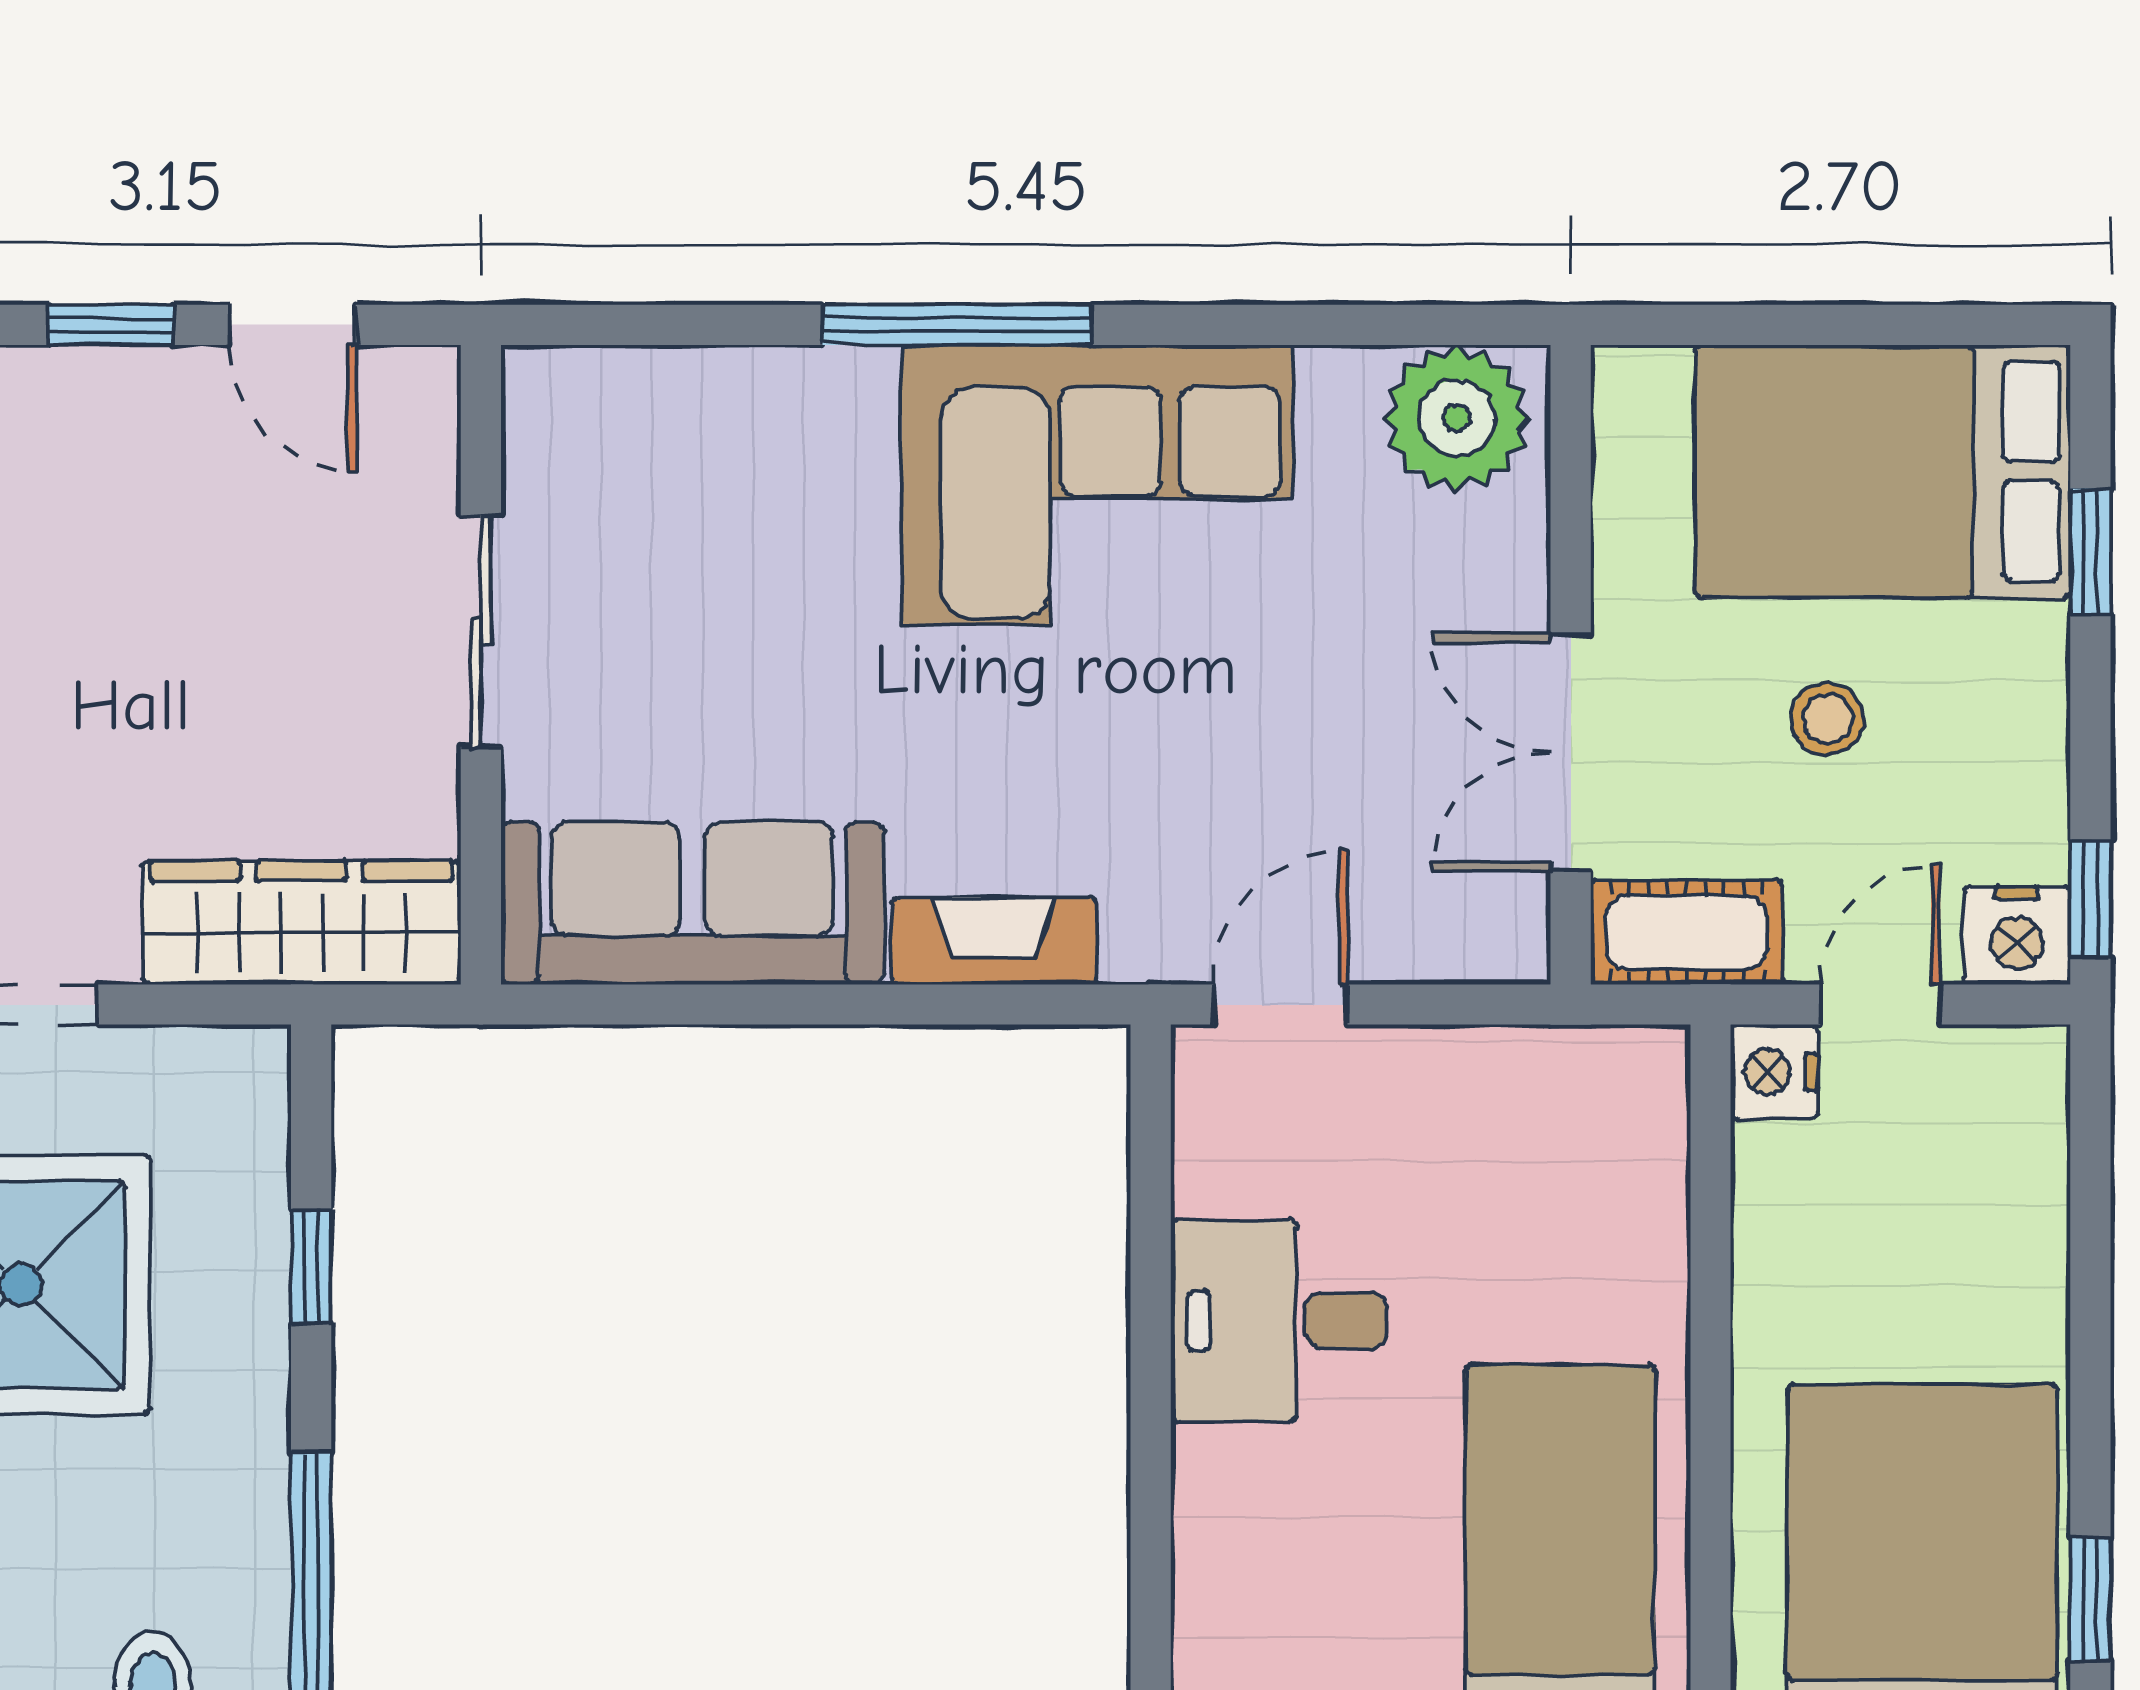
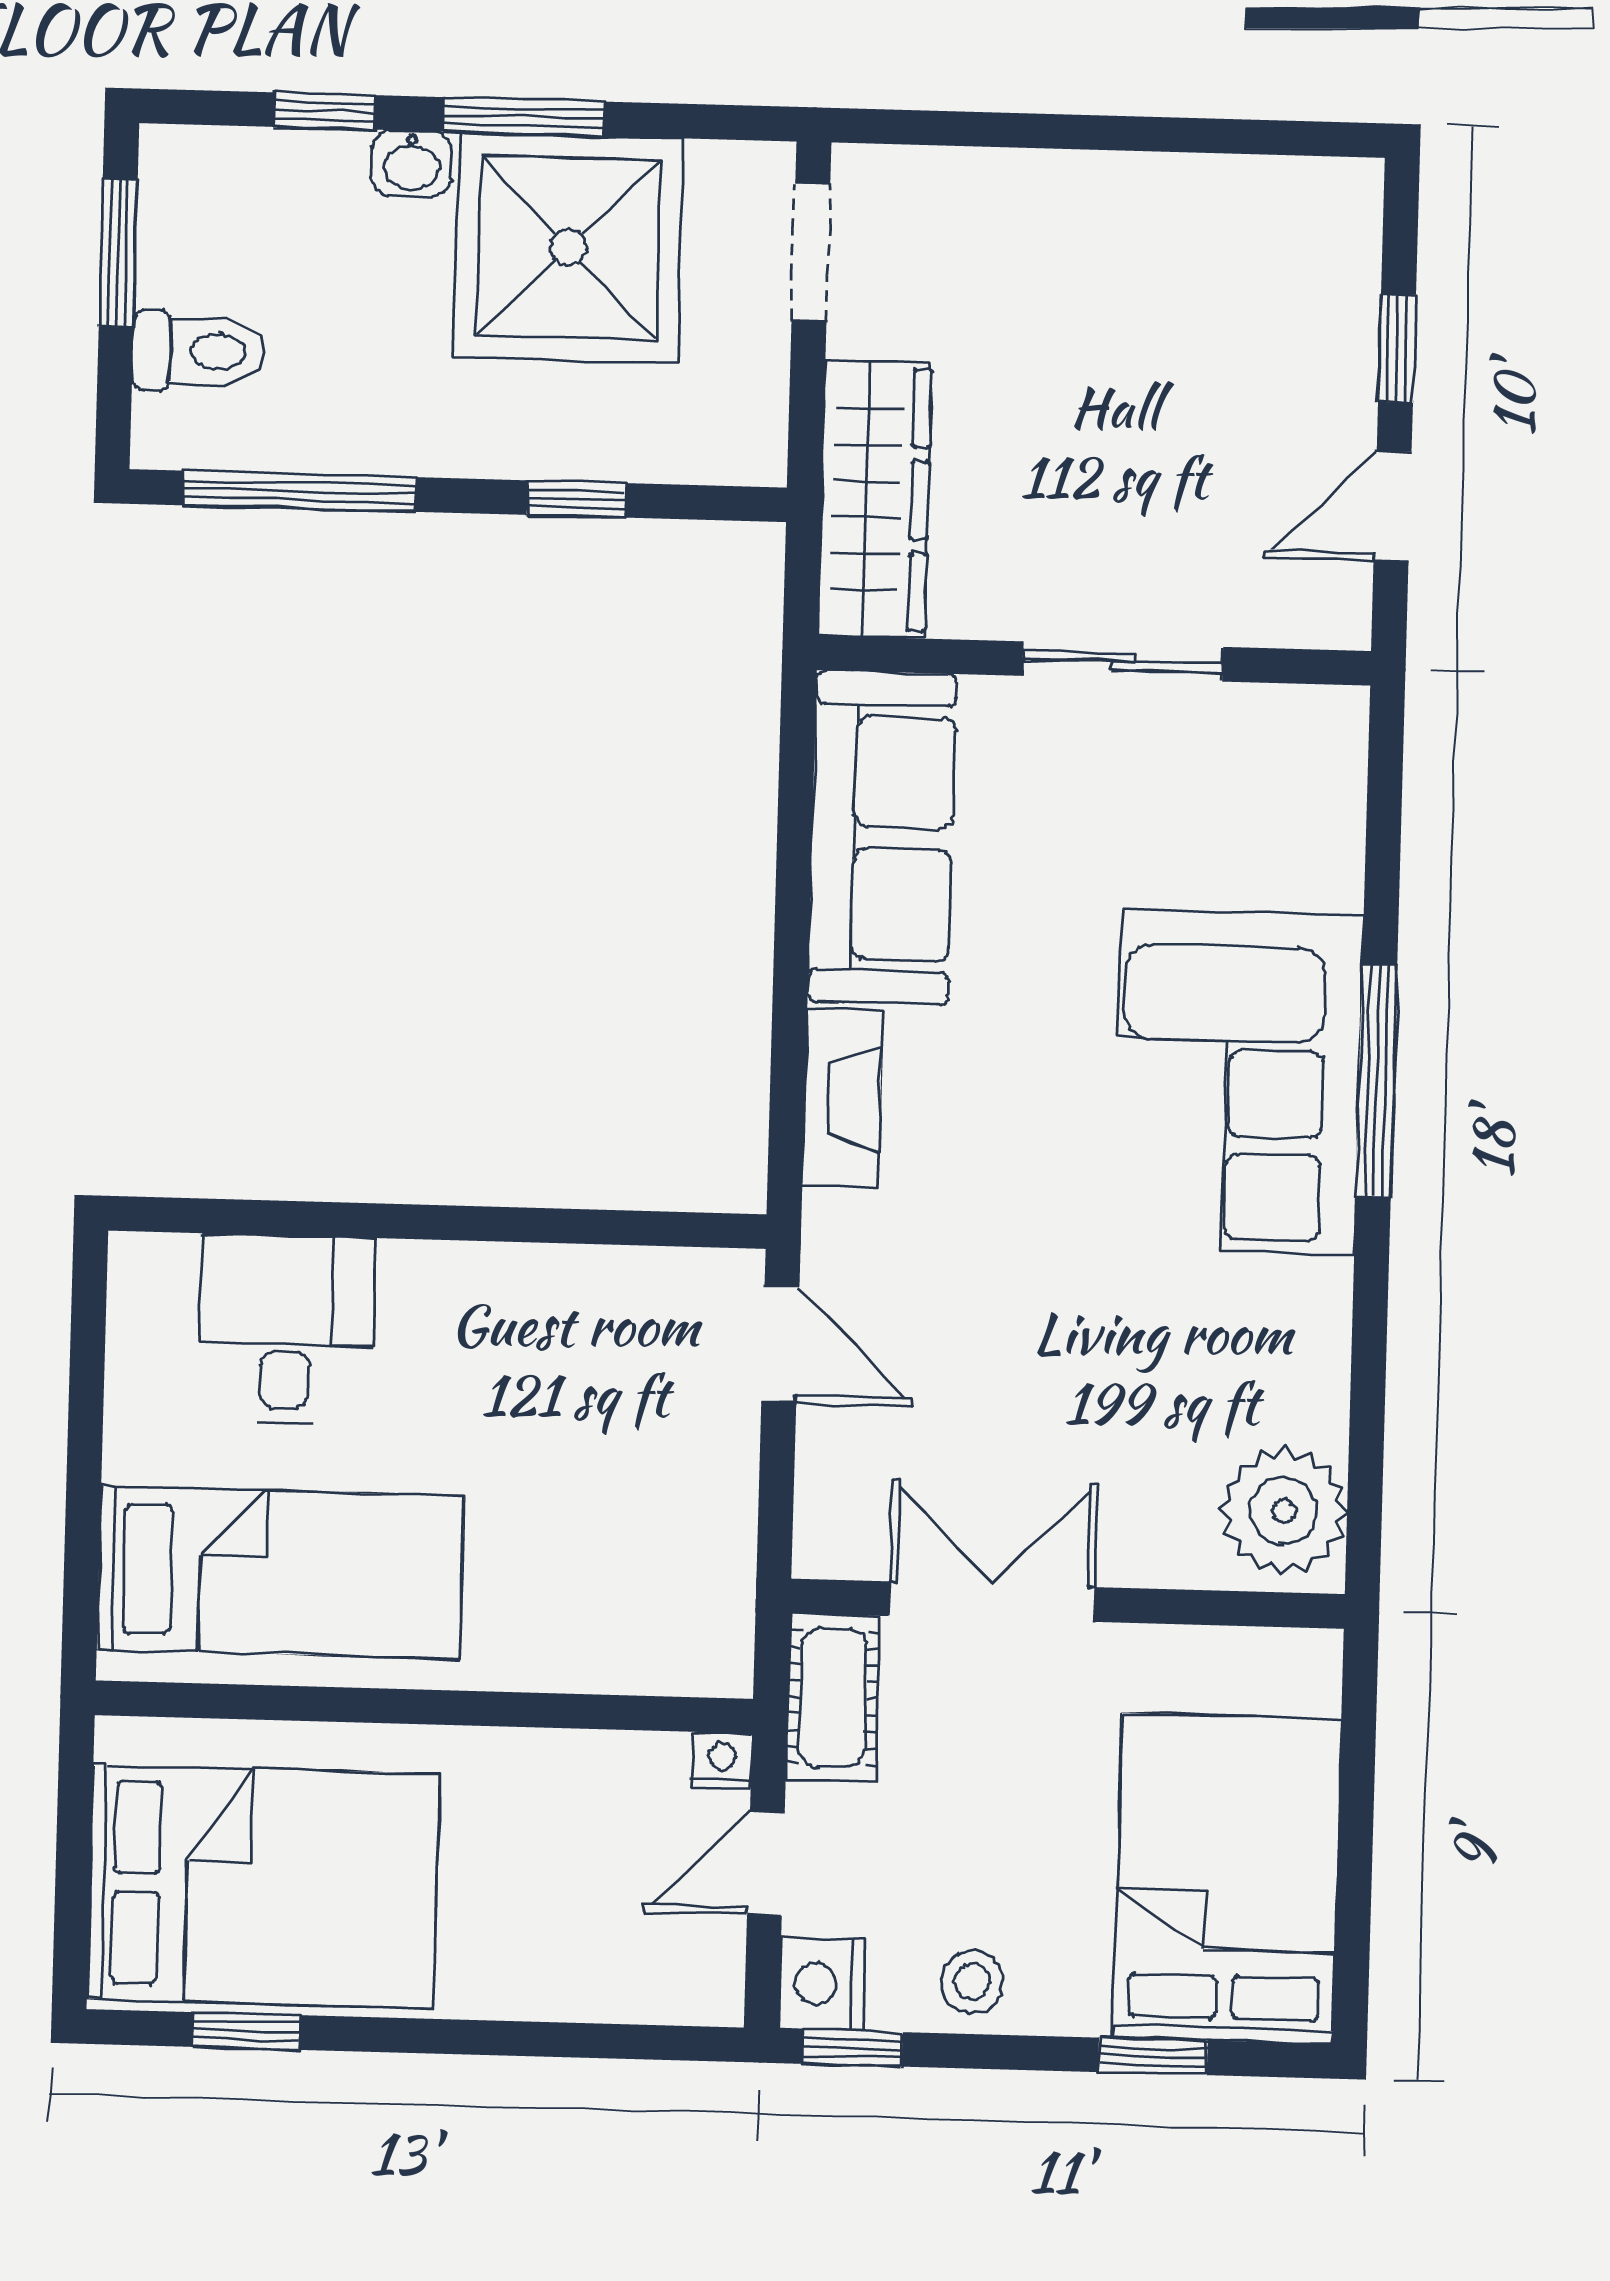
corner sofa: (1098, 485) -> (1238, 1082), moved
stool: (1828, 719) -> (972, 1982), moved
door: (1880, 1005) -> (766, 1863), swing flipped
nightstand: (1774, 1072) -> (722, 1761), width x0.72, depth x0.74
desk: (1279, 1321) -> (286, 1329), moved

